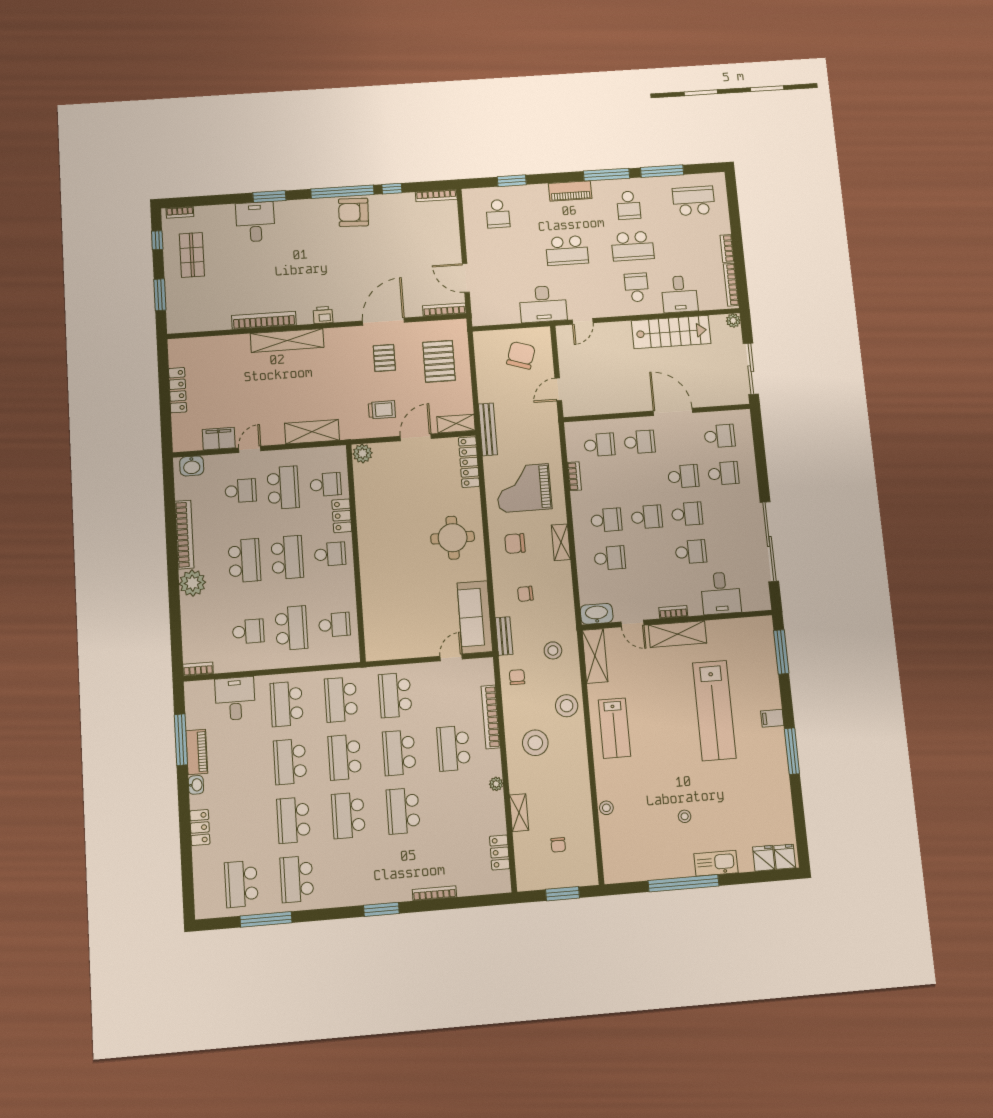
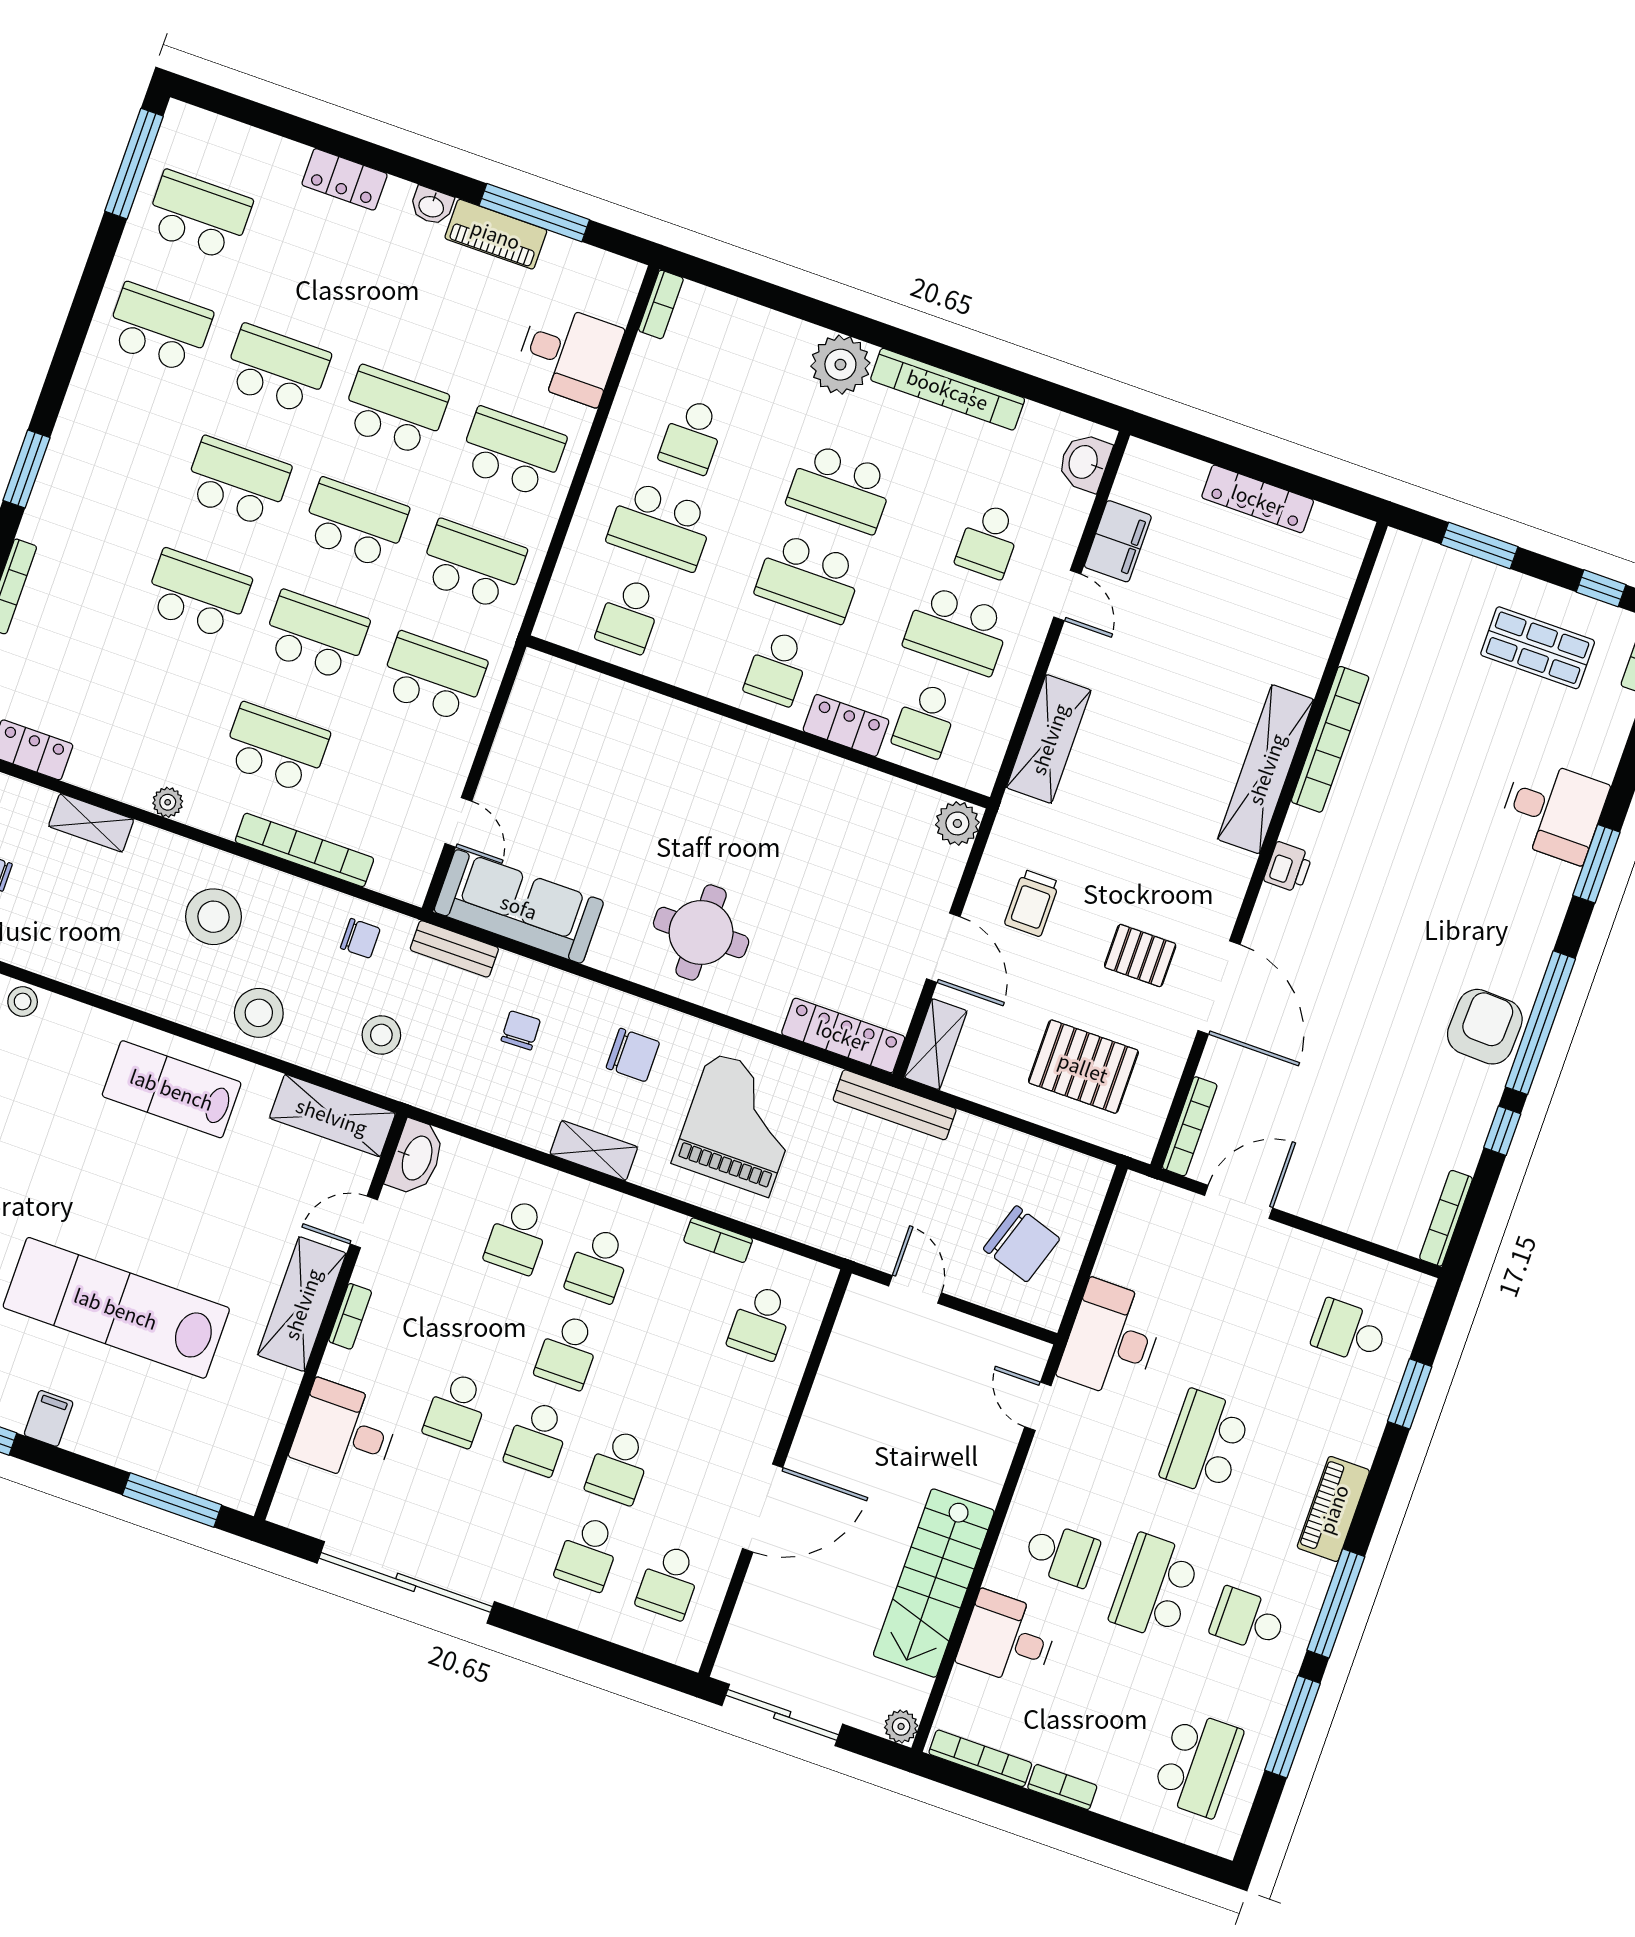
school desk: (640, 442) -> (730, 1409), removed
chair: (515, 543) -> (633, 1055), turned 90
window: (266, 919) -> (134, 164), moved

